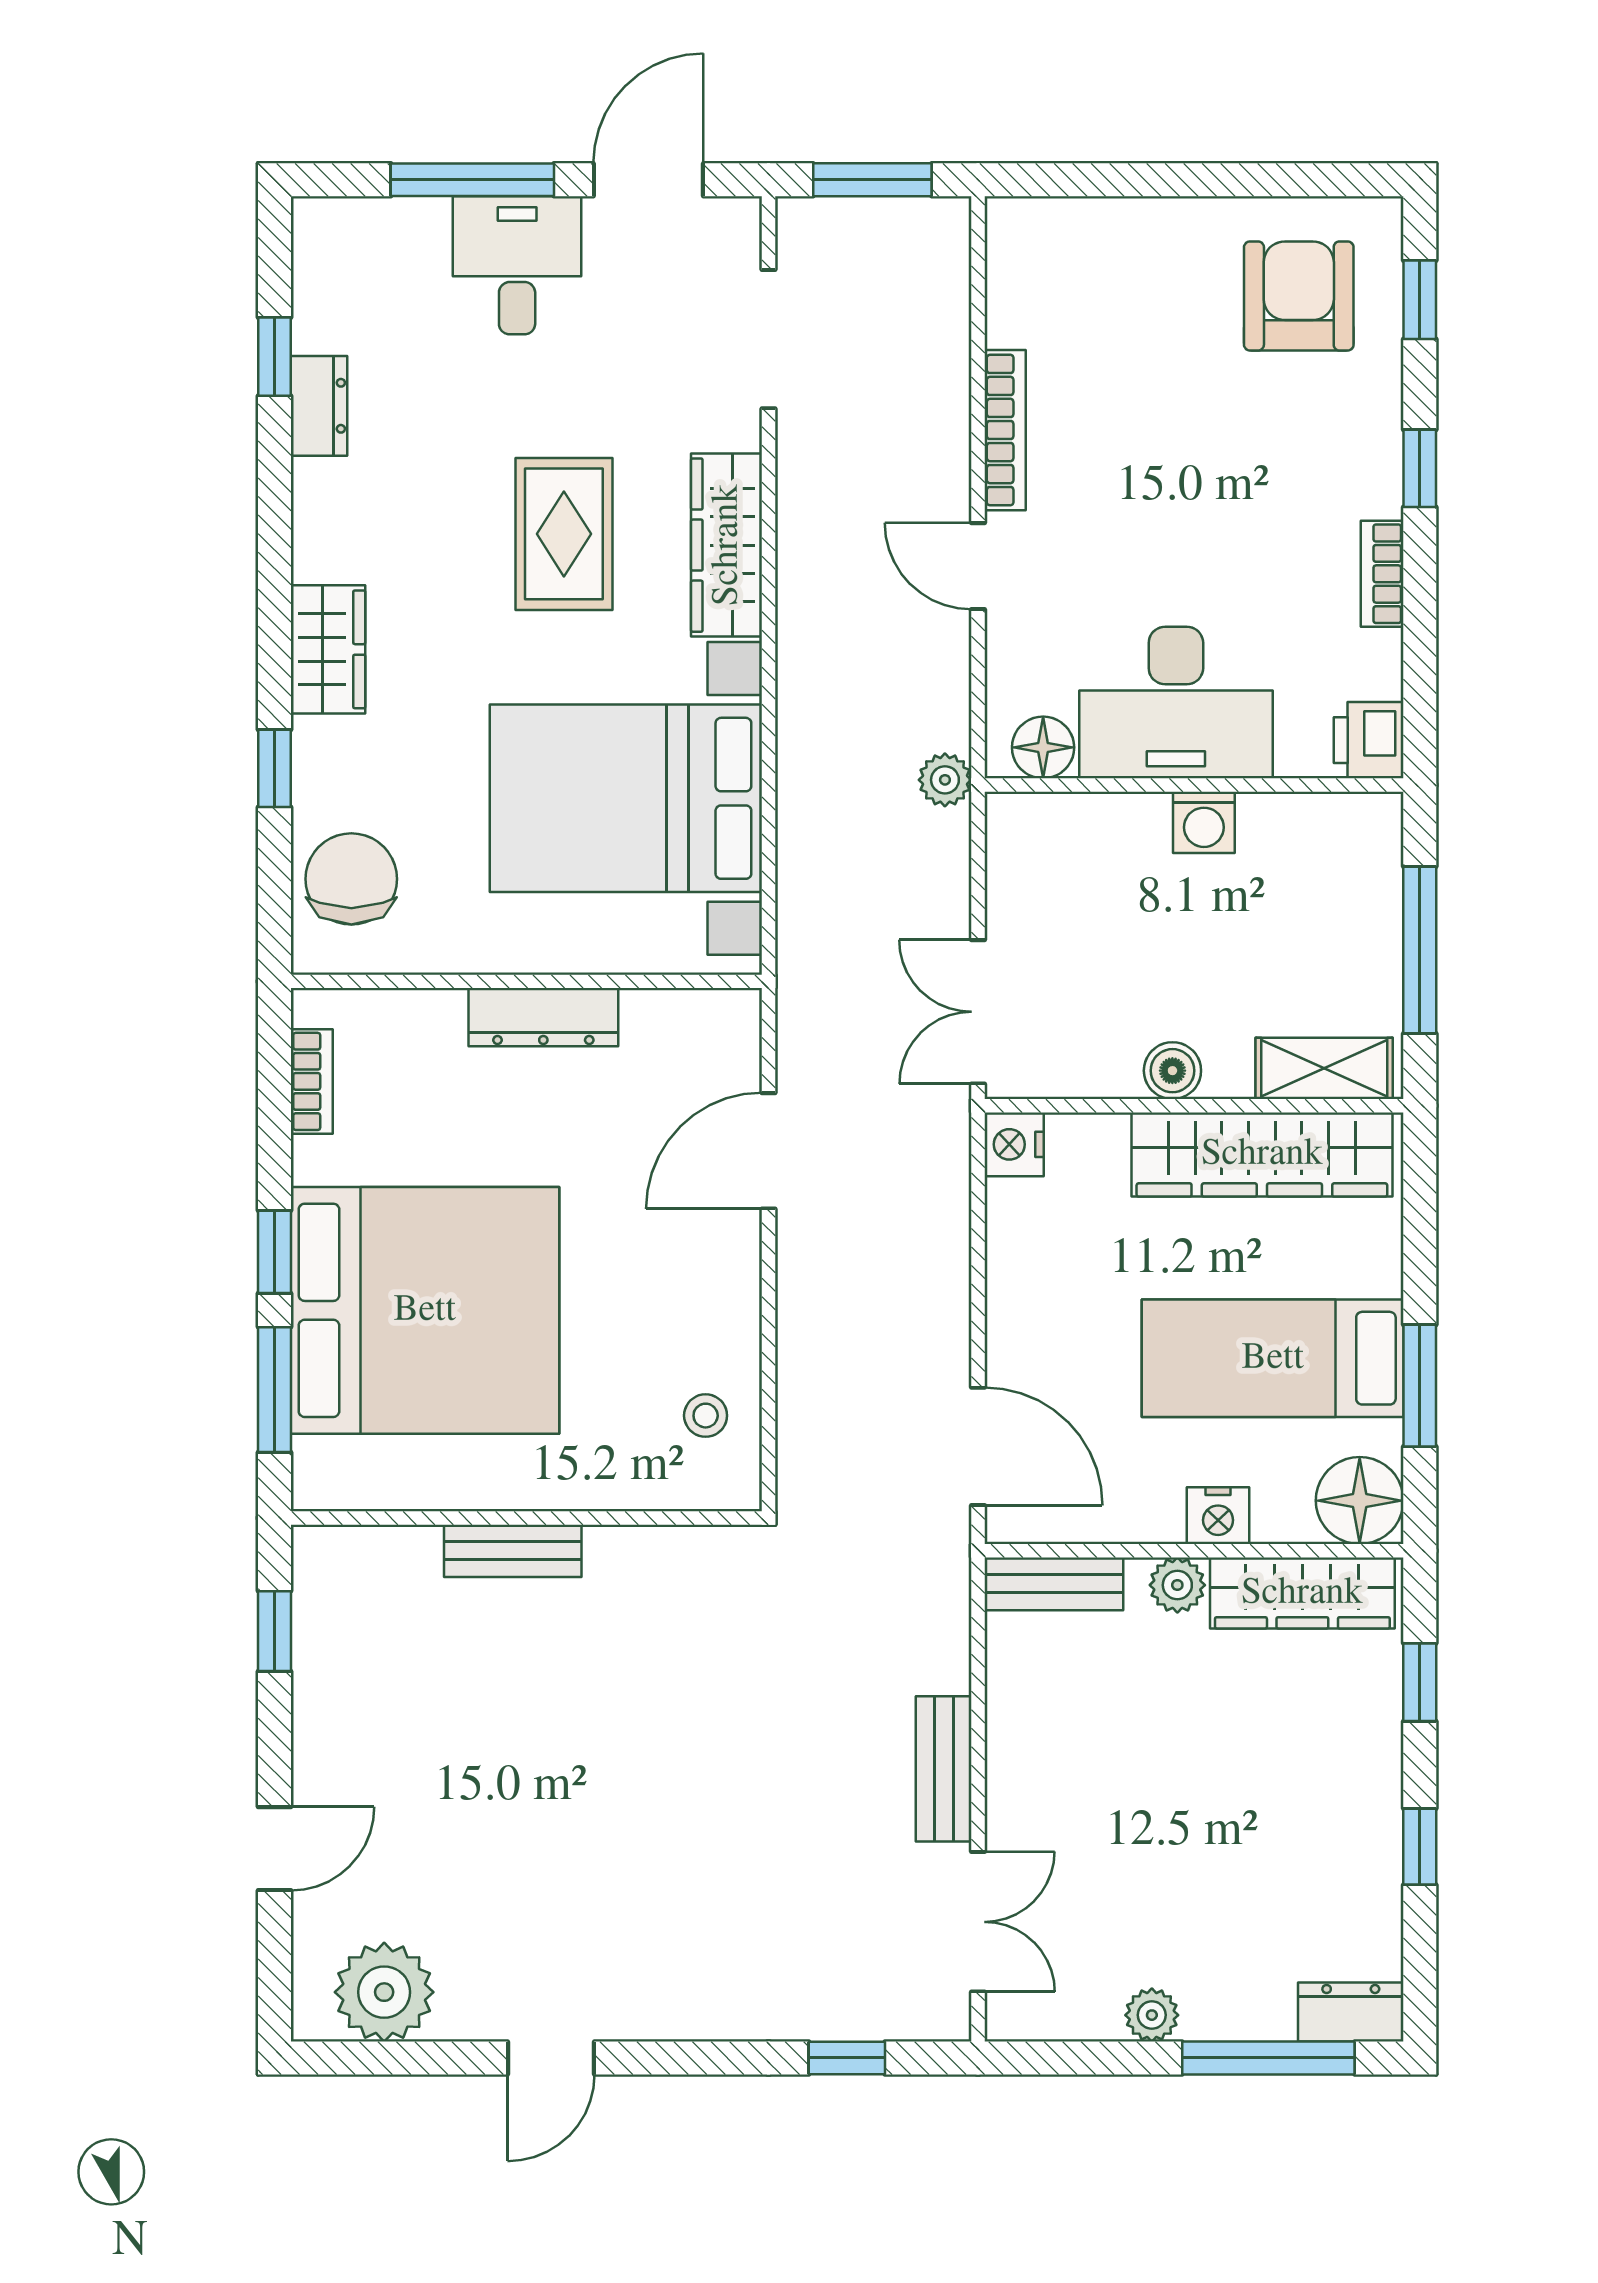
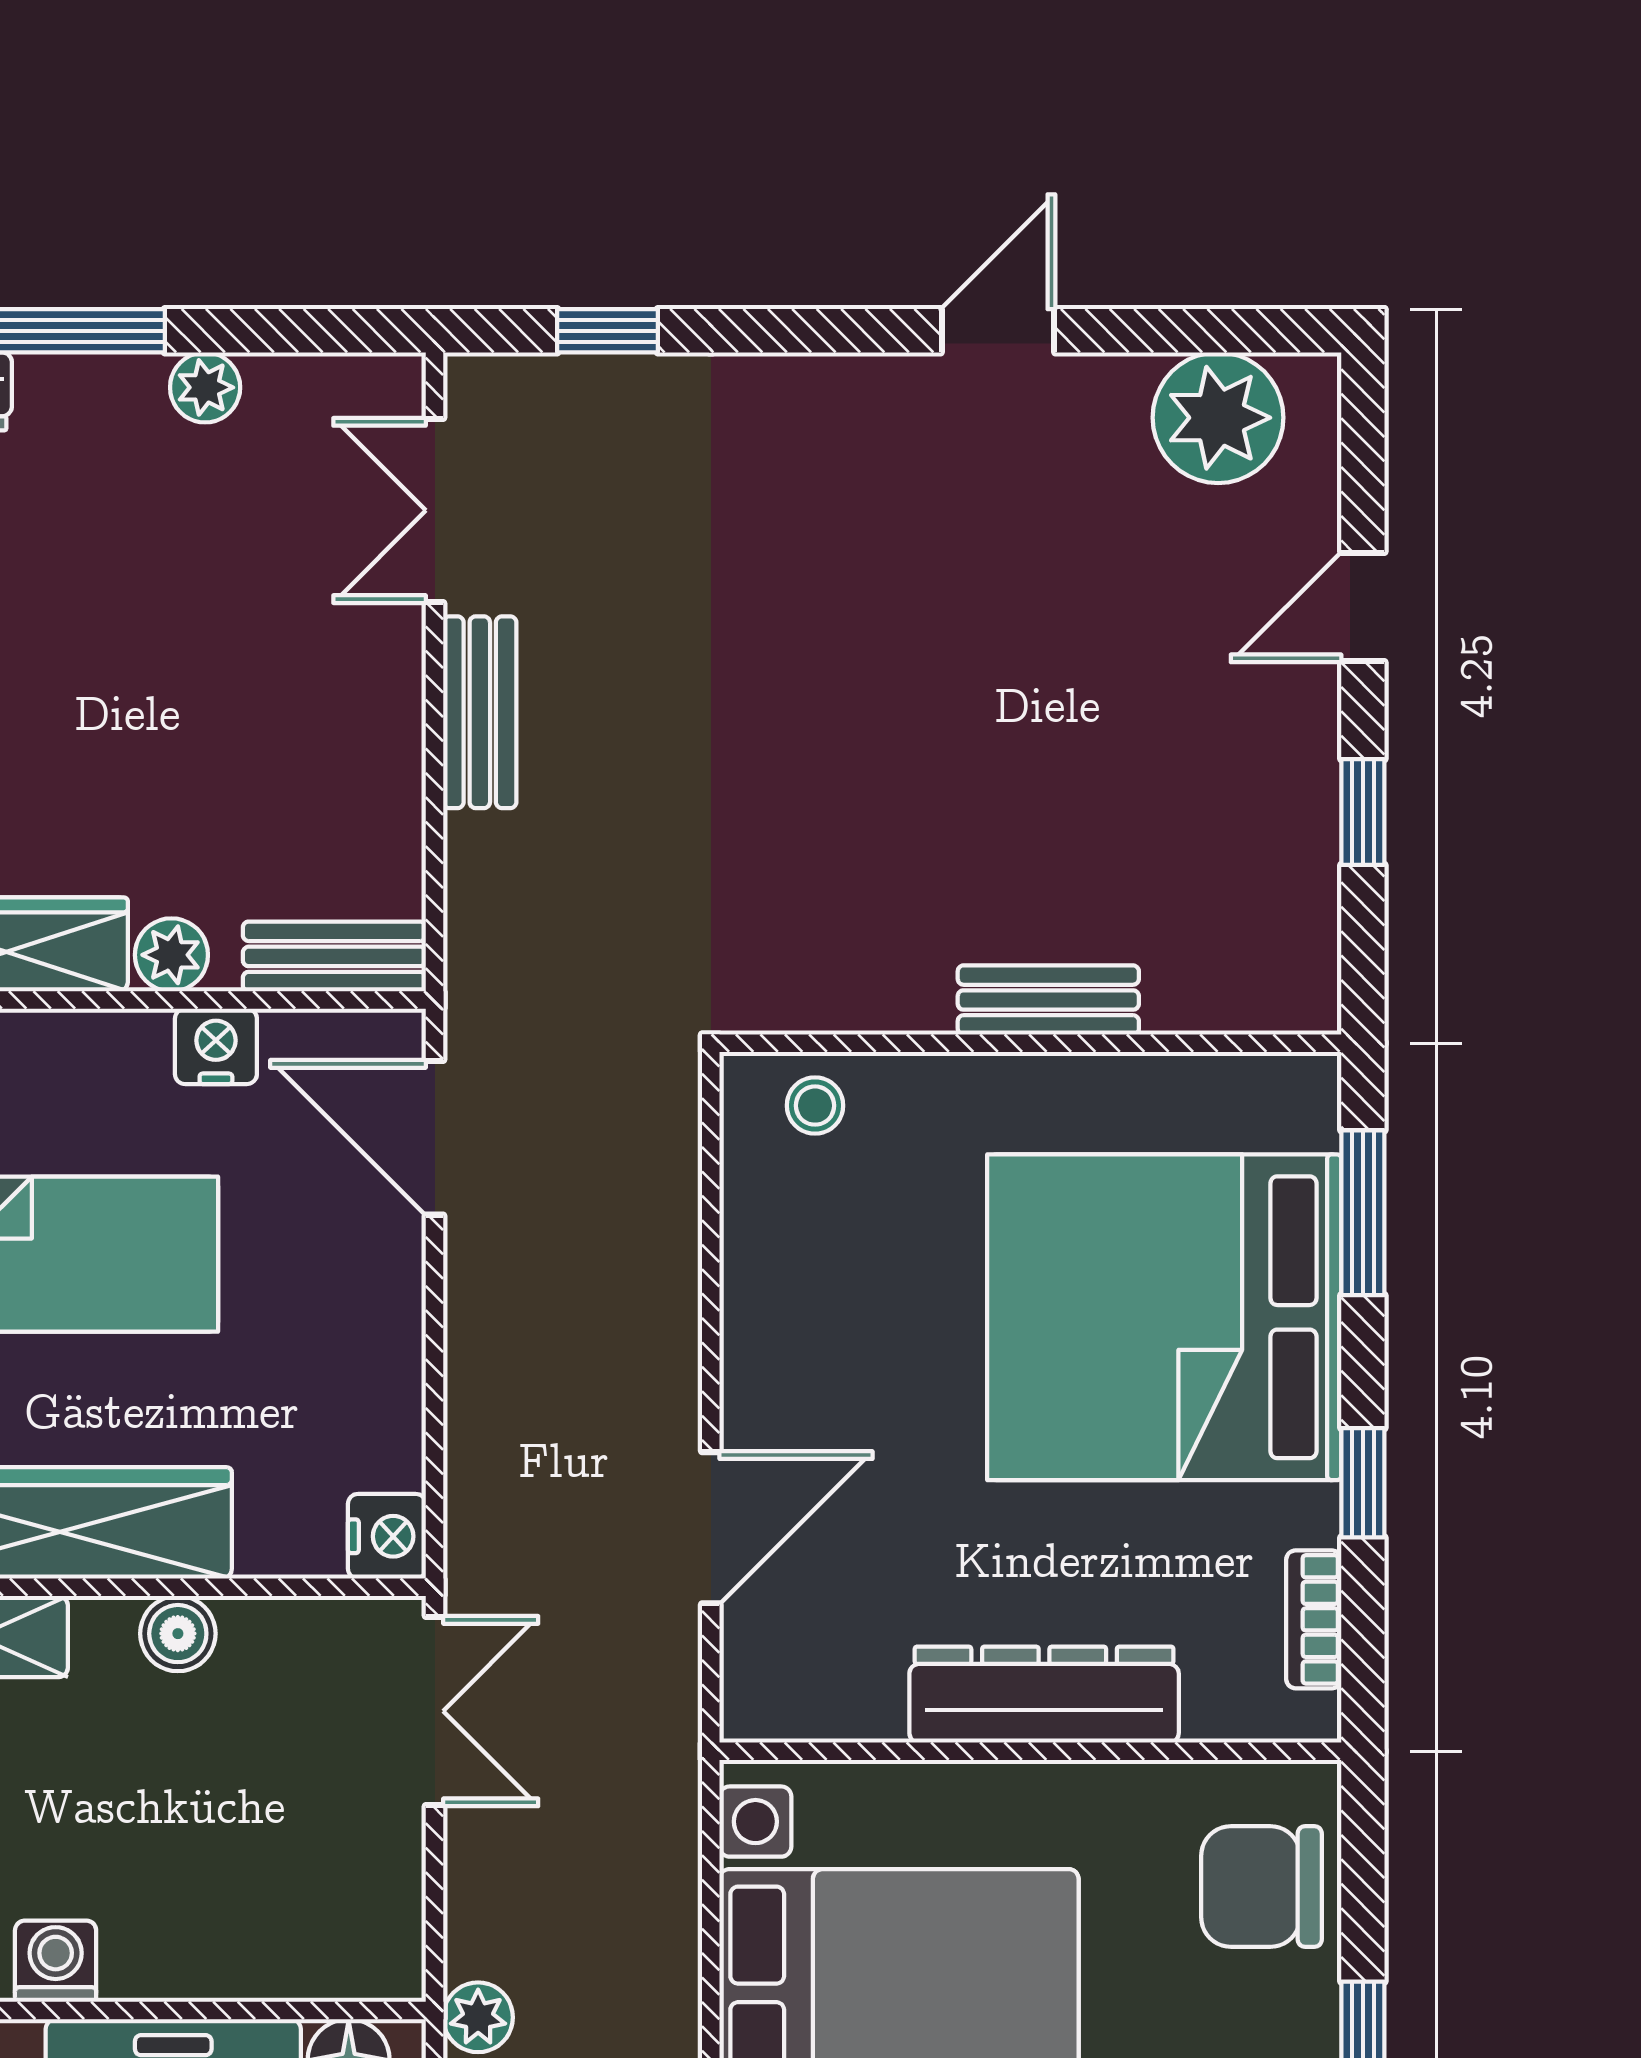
washing machine: (1204, 822) -> (56, 1961), moved
chair: (351, 879) -> (1261, 1887), turned 90
dresser: (543, 1017) -> (1044, 1695), width x1.37, depth x1.24
window: (274, 1252) -> (1363, 1483), moved
stool: (706, 1416) -> (815, 1106), moved
nightstand: (1218, 1516) -> (216, 1046), moved
window: (274, 1631) -> (1363, 812), moved

